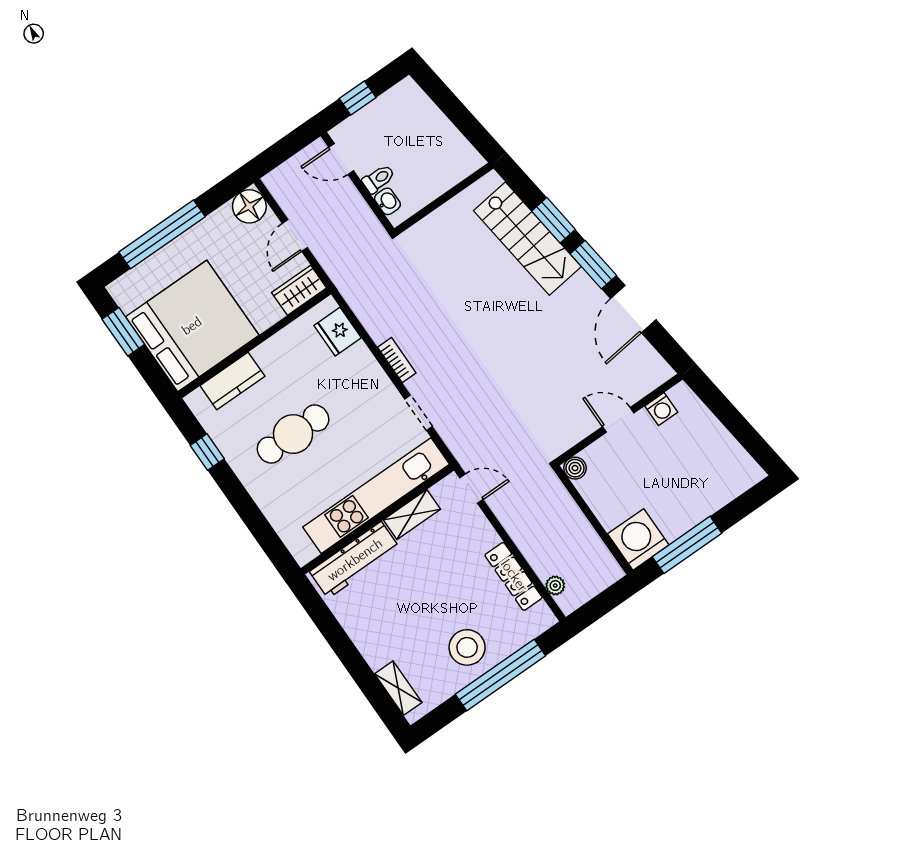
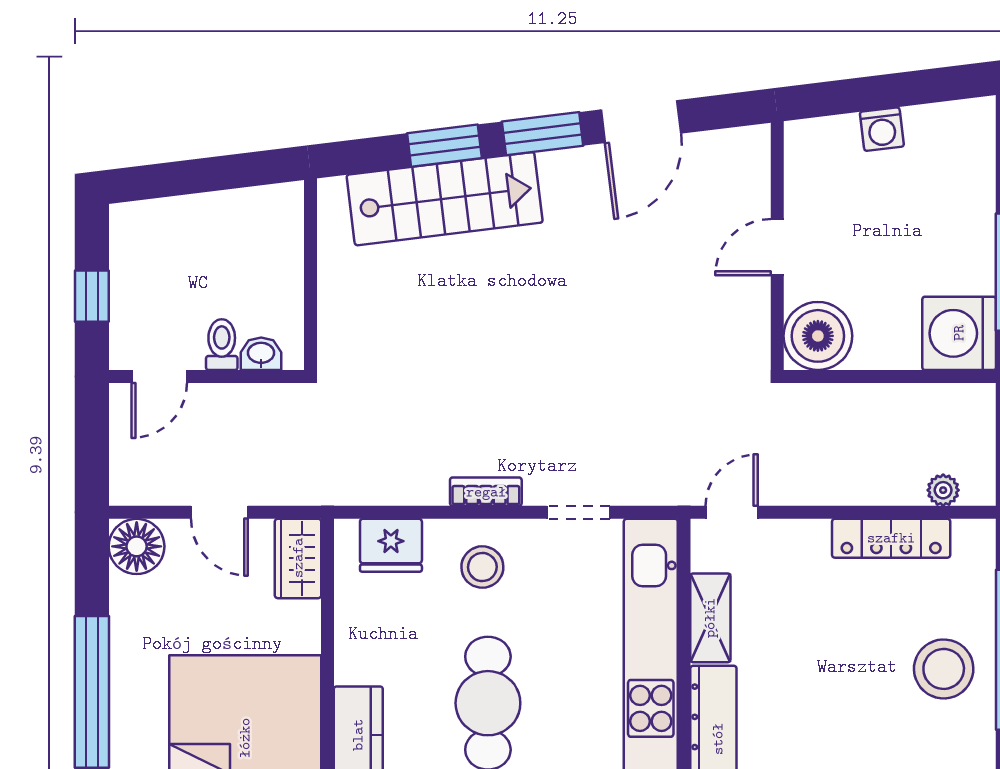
door: (633, 309) -> (641, 122), hinge flipped
stool: (358, 384) -> (482, 567), added
washing machine: (661, 409) -> (882, 129), moved, turned 83
boiler: (575, 468) -> (818, 336), width x1.86, depth x1.86

